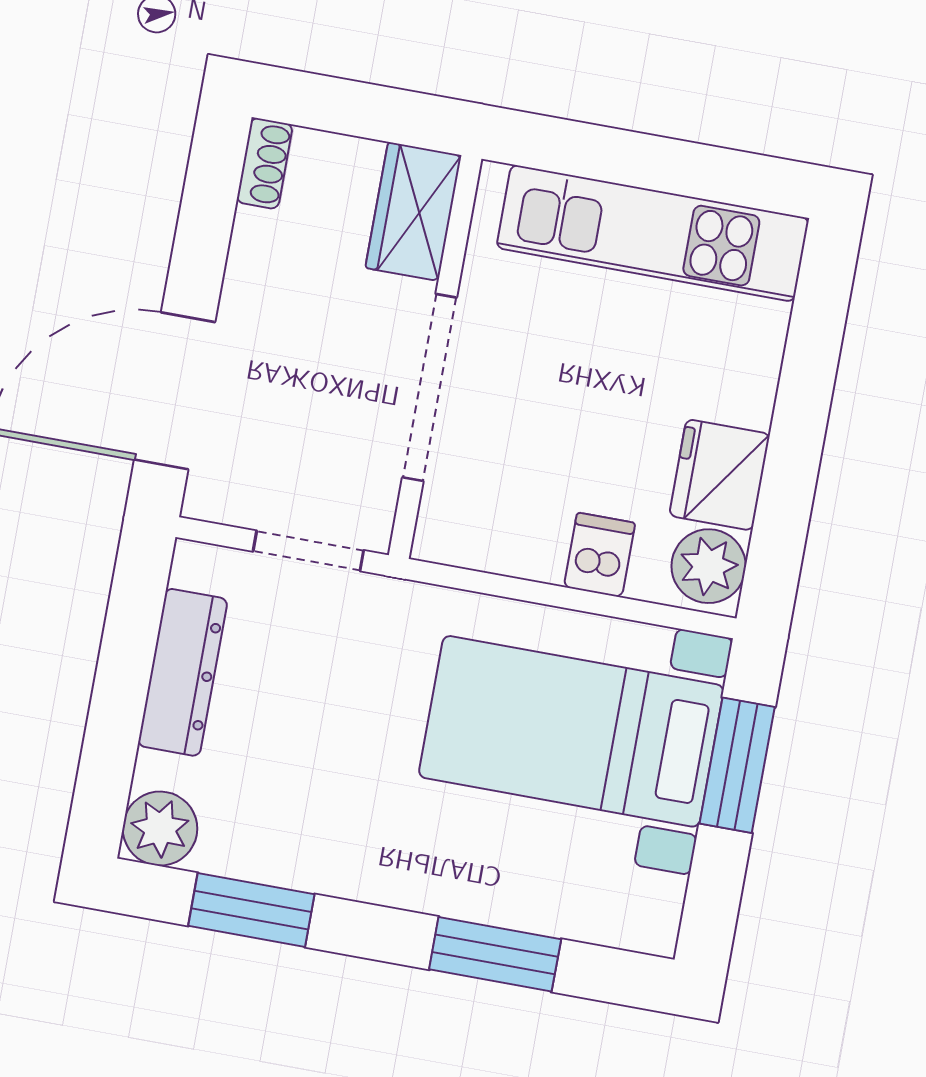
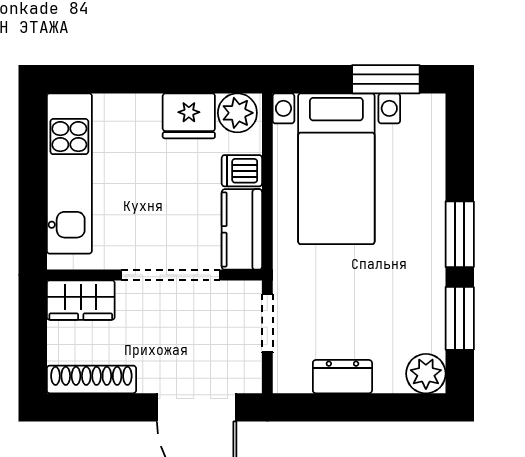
shoe rack: (265, 163) -> (91, 379), width x1.94, depth x1.24
kitchen counter: (490, 535) -> (242, 229), added
dresser: (183, 672) -> (342, 377), width x0.70
window: (737, 765) -> (386, 79), moved
window: (495, 954) -> (460, 234), moved

